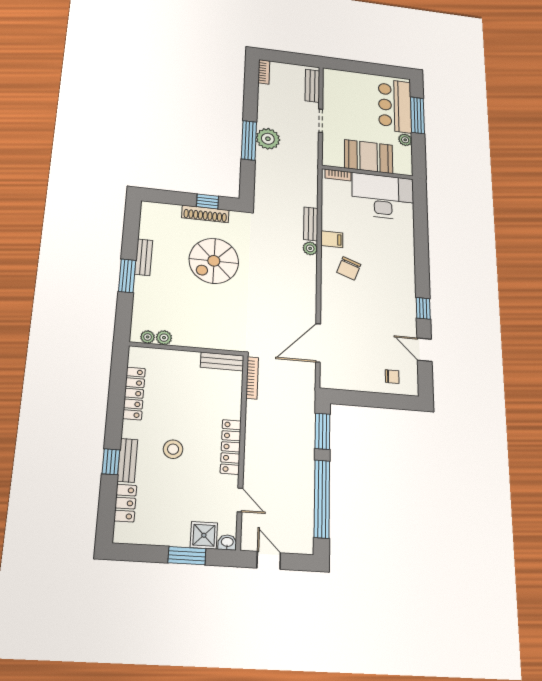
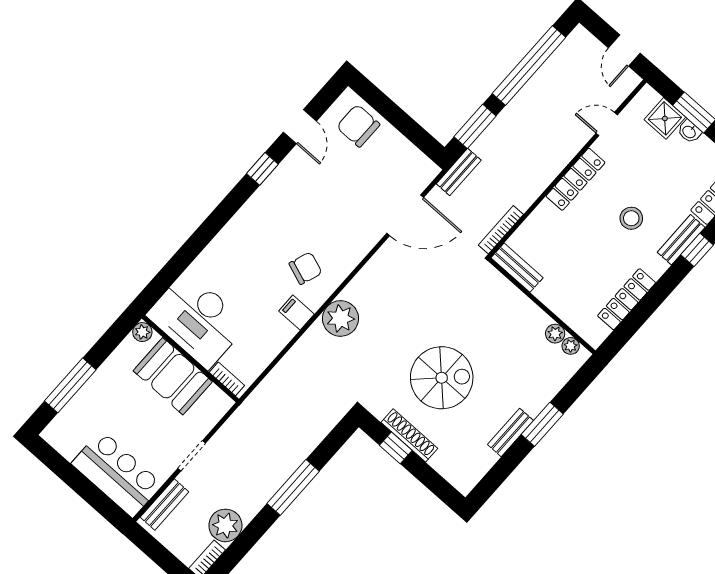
bar counter: (395, 106) -> (117, 474), moved, turned -90
plant: (268, 139) -> (225, 525), moved
plant: (405, 140) -> (142, 332), moved
bench: (311, 224) -> (459, 172), moved
plant: (310, 248) -> (341, 318), width x1.88, depth x1.88
chair: (392, 377) -> (358, 126), width x1.87, depth x1.87
door: (240, 500) -> (607, 124), hinge flipped
washbasin: (227, 542) -> (689, 132), moved

